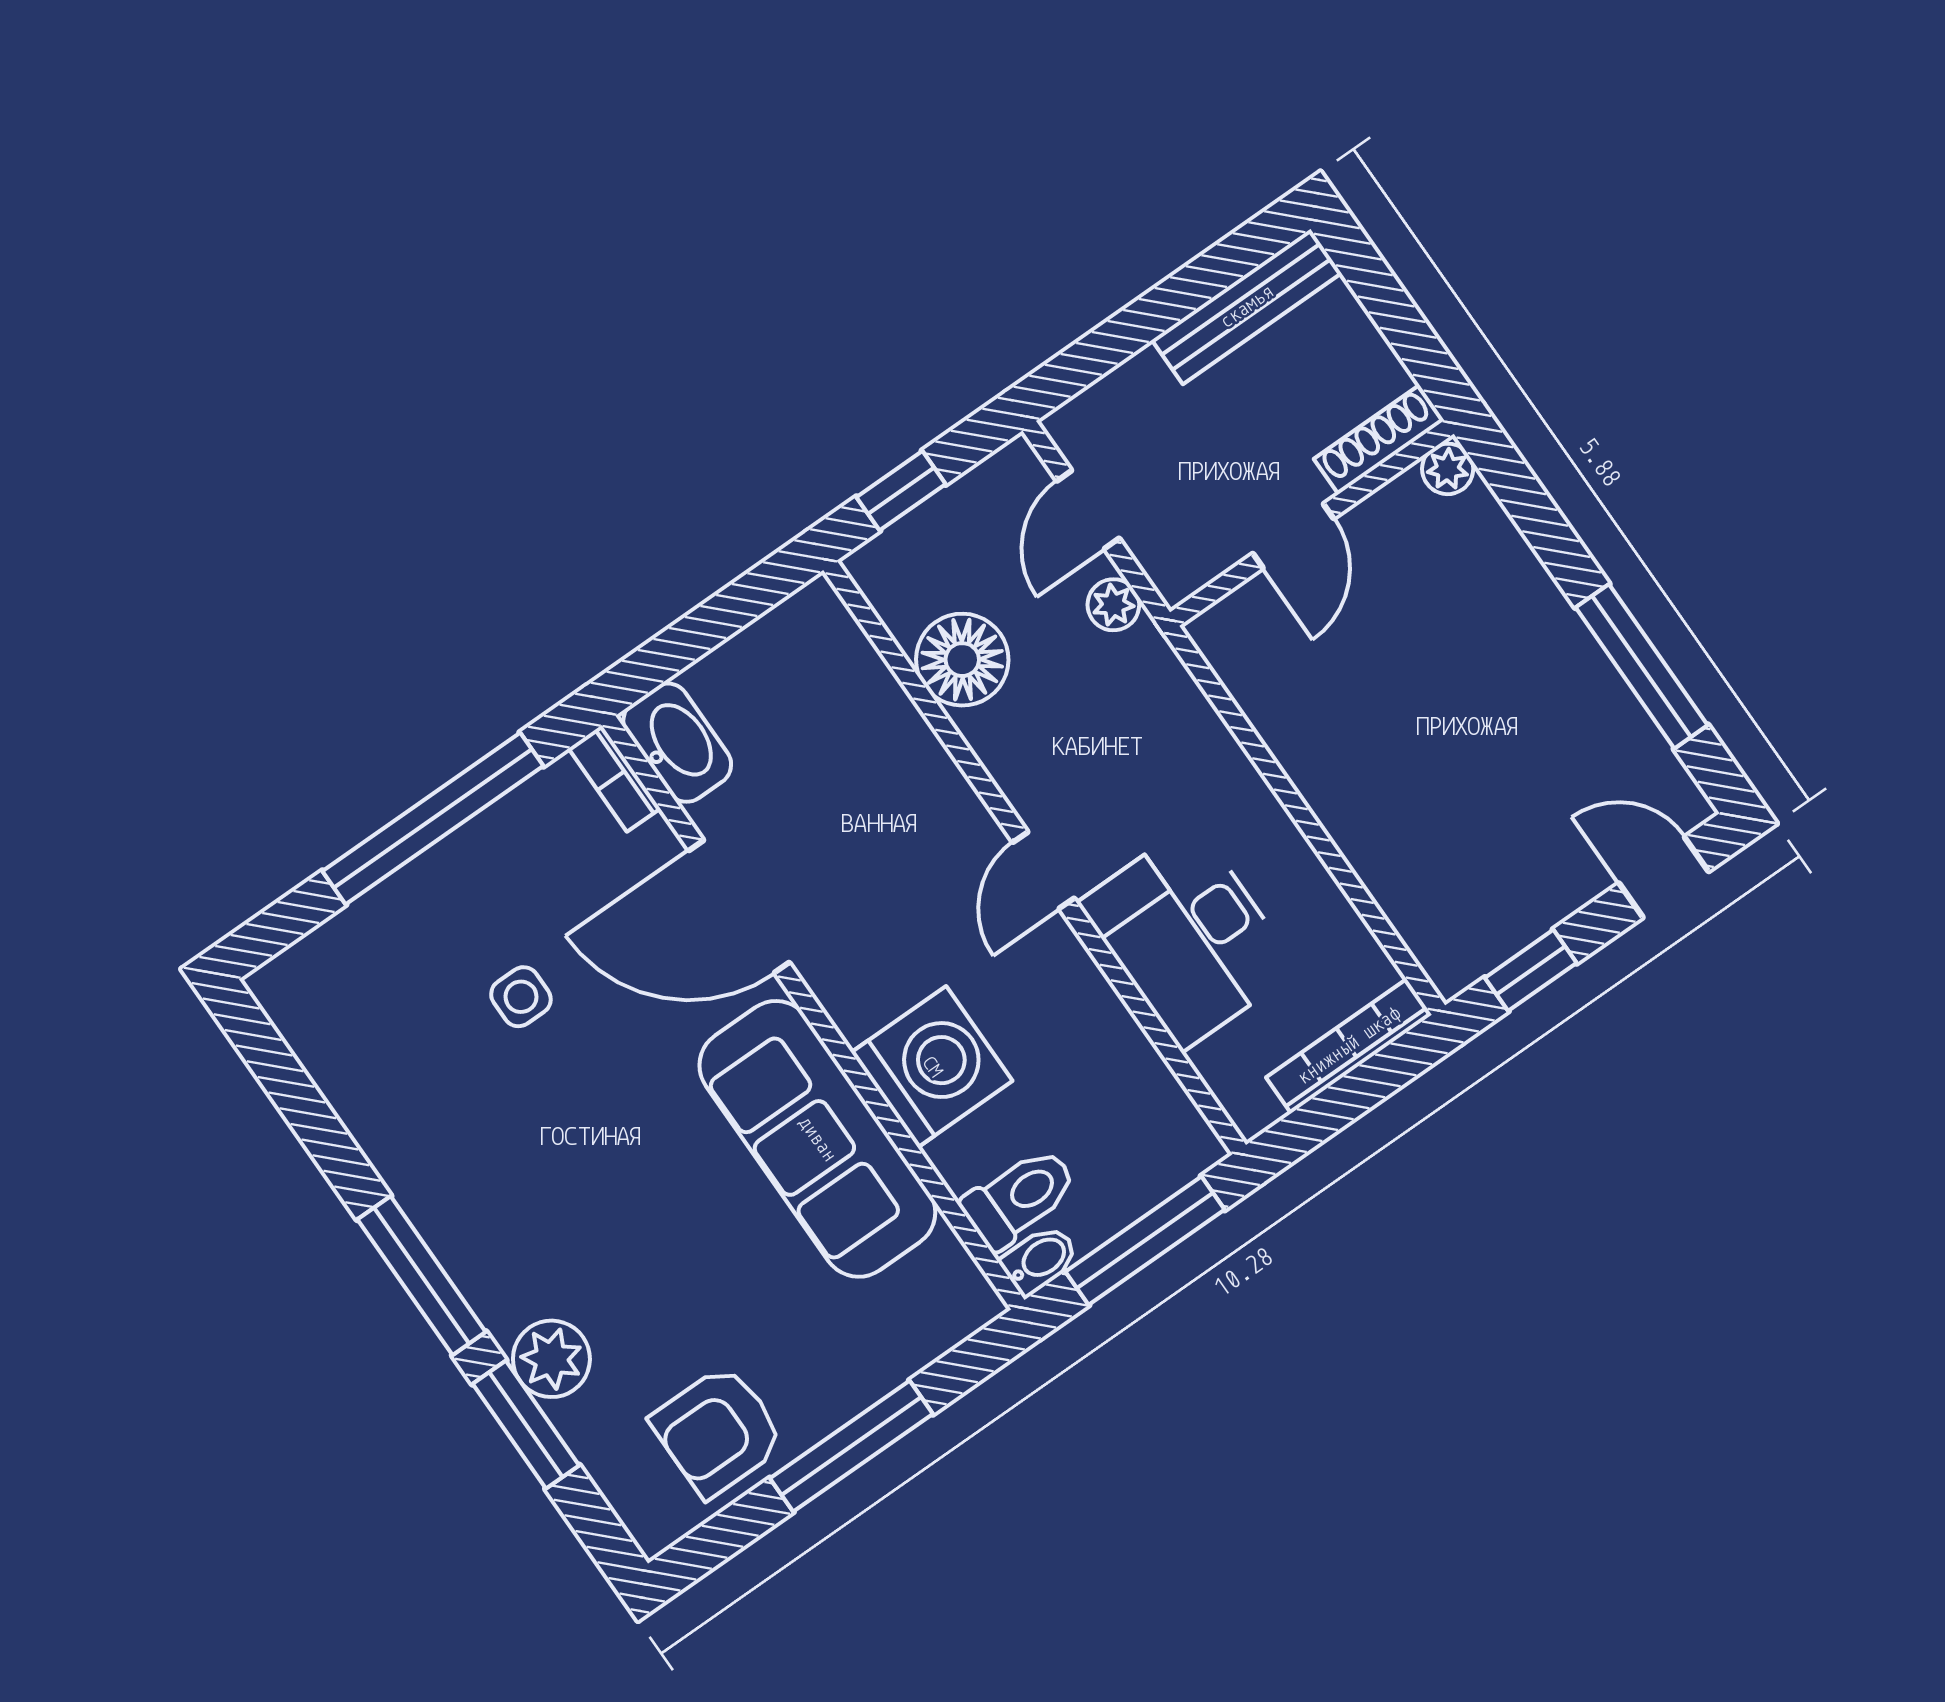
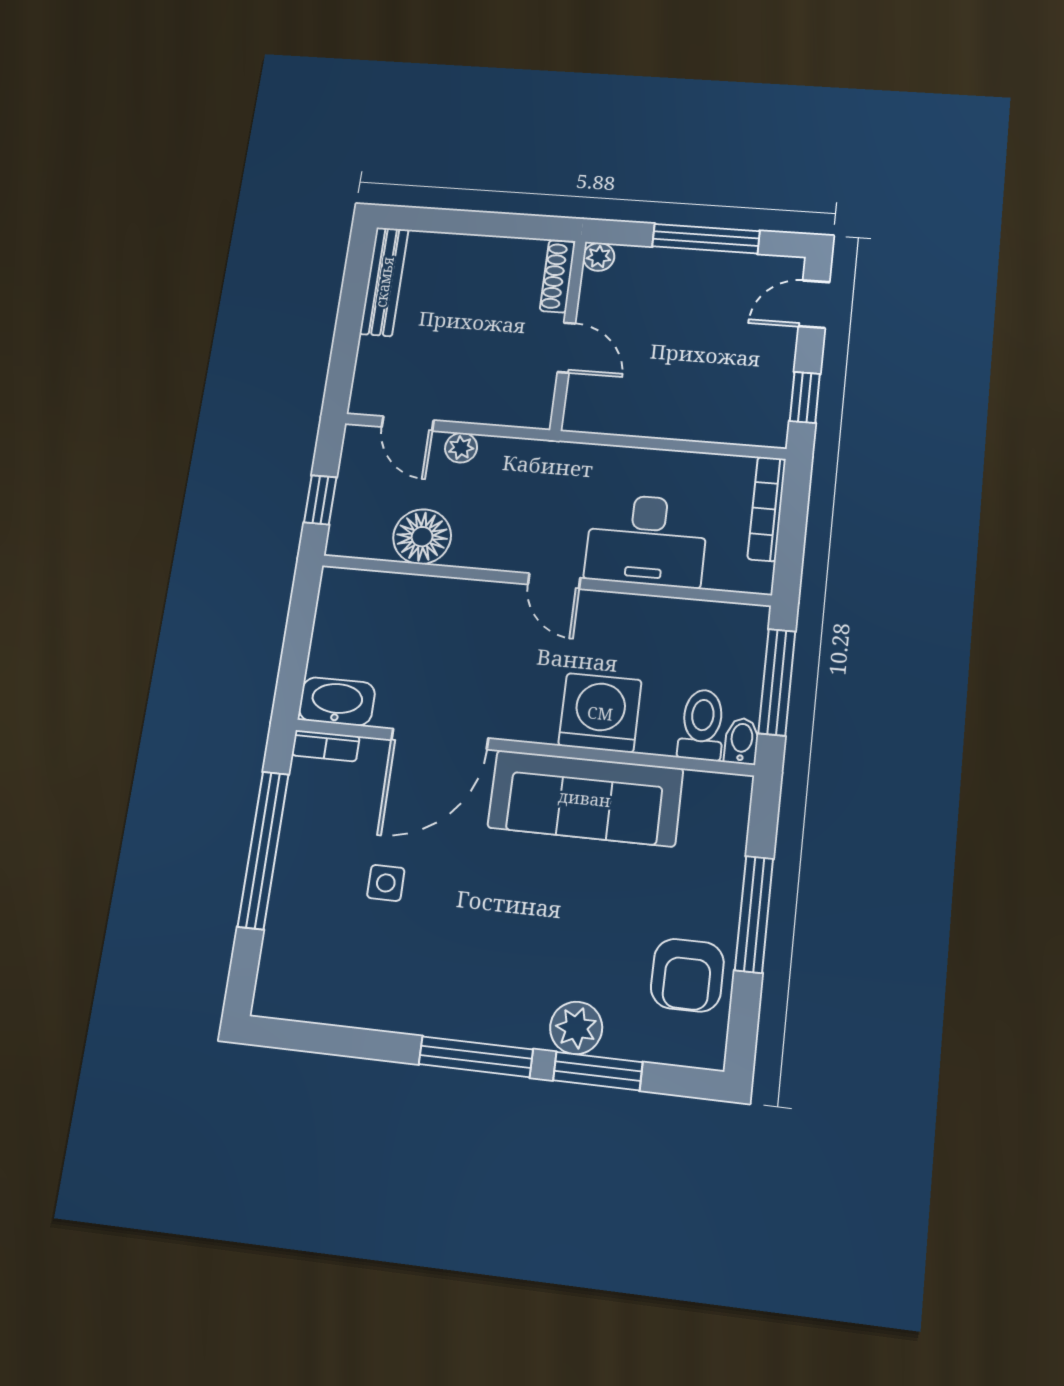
shoe rack: (1379, 440) -> (558, 276), moved
plant: (1448, 469) -> (599, 257), moved
wall: (1312, 523) -> (568, 335), moved
door: (1293, 536) -> (566, 348), moved

